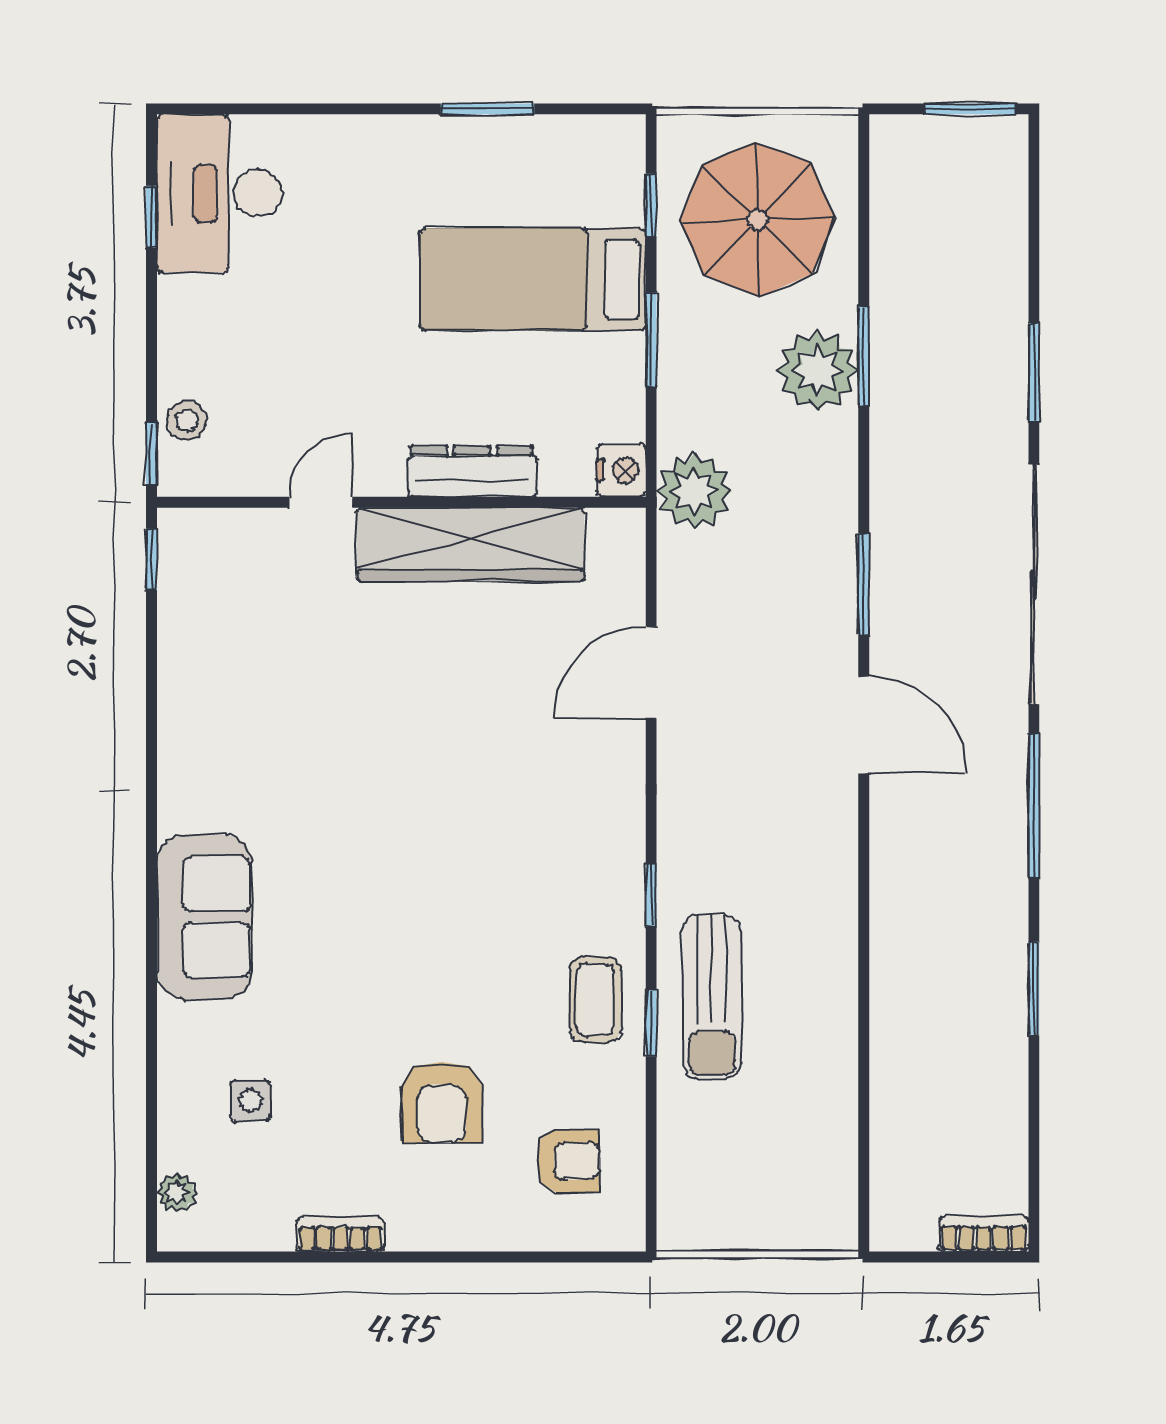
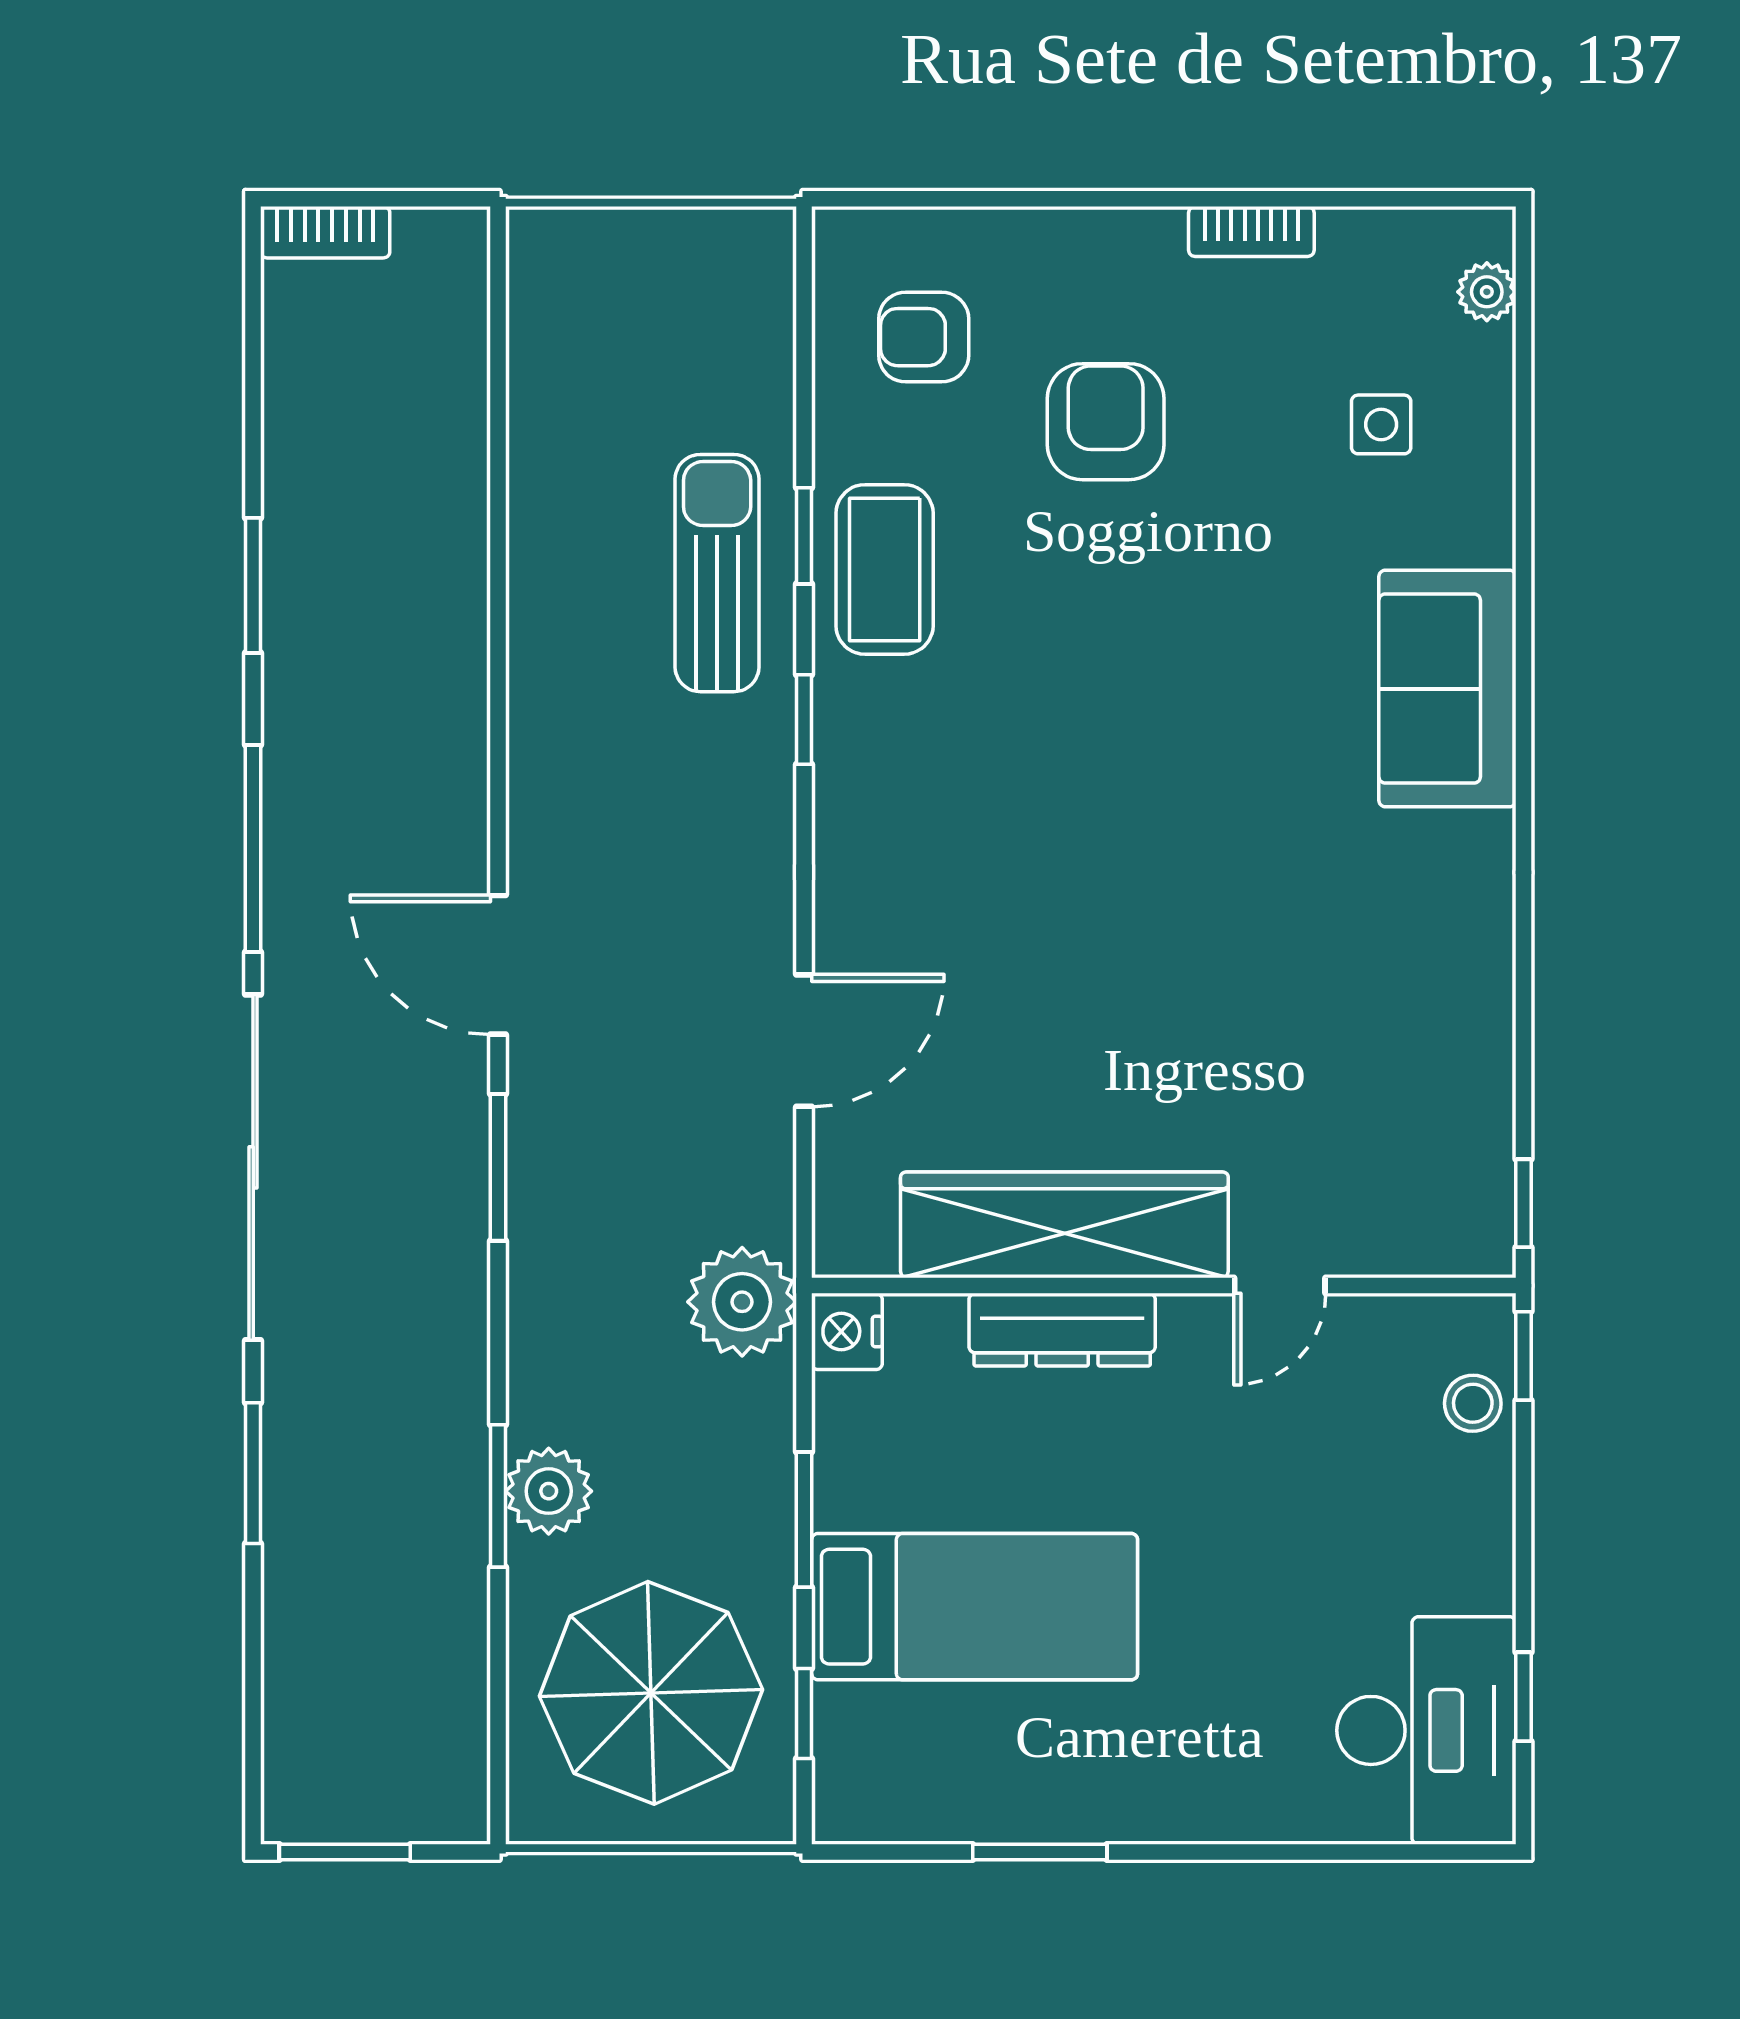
plant: (818, 370) -> (549, 1491), width x0.73, depth x0.73
coffee table: (595, 1000) -> (885, 569), width x1.36, depth x1.30

